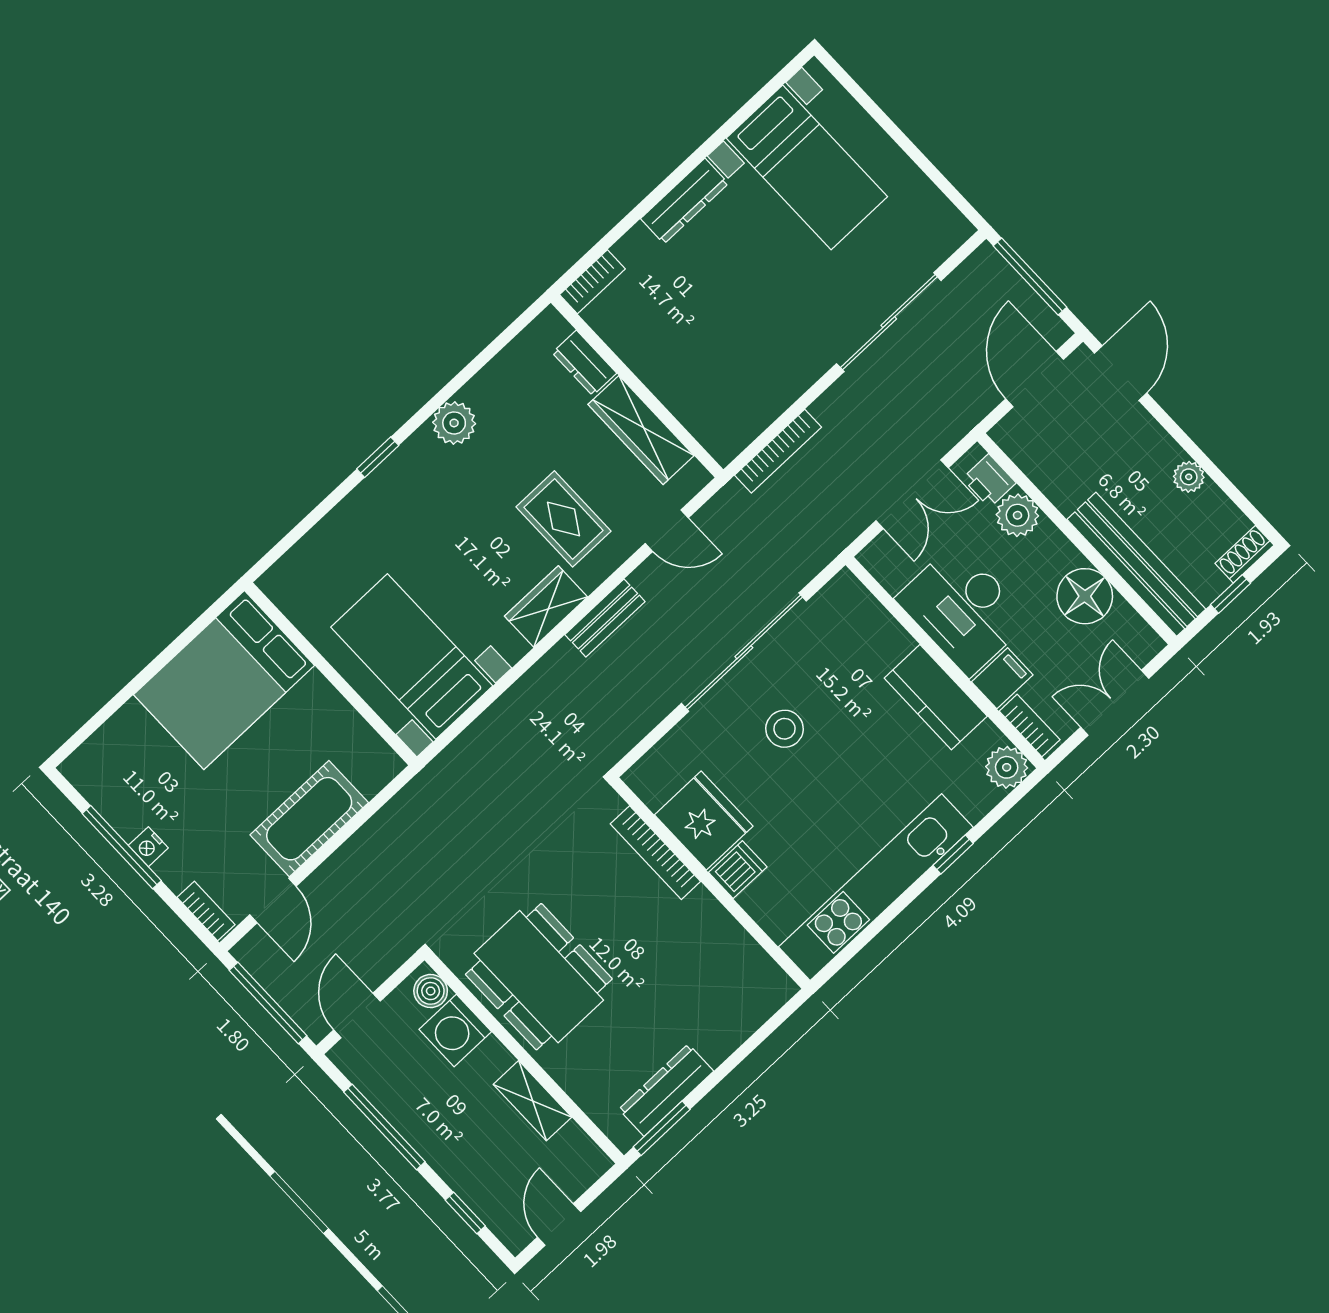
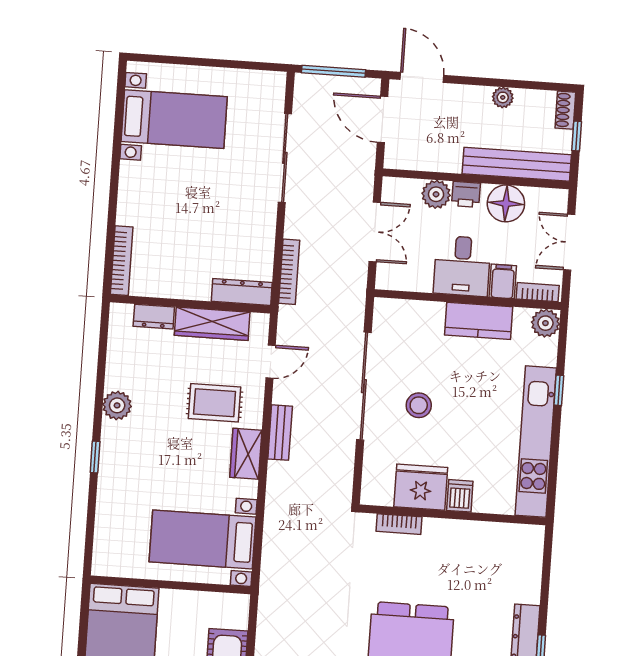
dresser: (684, 201) -> (242, 292), moved, turned -90
bookcase: (592, 282) -> (122, 261), width x1.56
printer: (989, 481) -> (466, 194), moved
desk: (963, 609) -> (462, 266), width x0.73
bookcase: (655, 853) -> (399, 524), width x0.64

